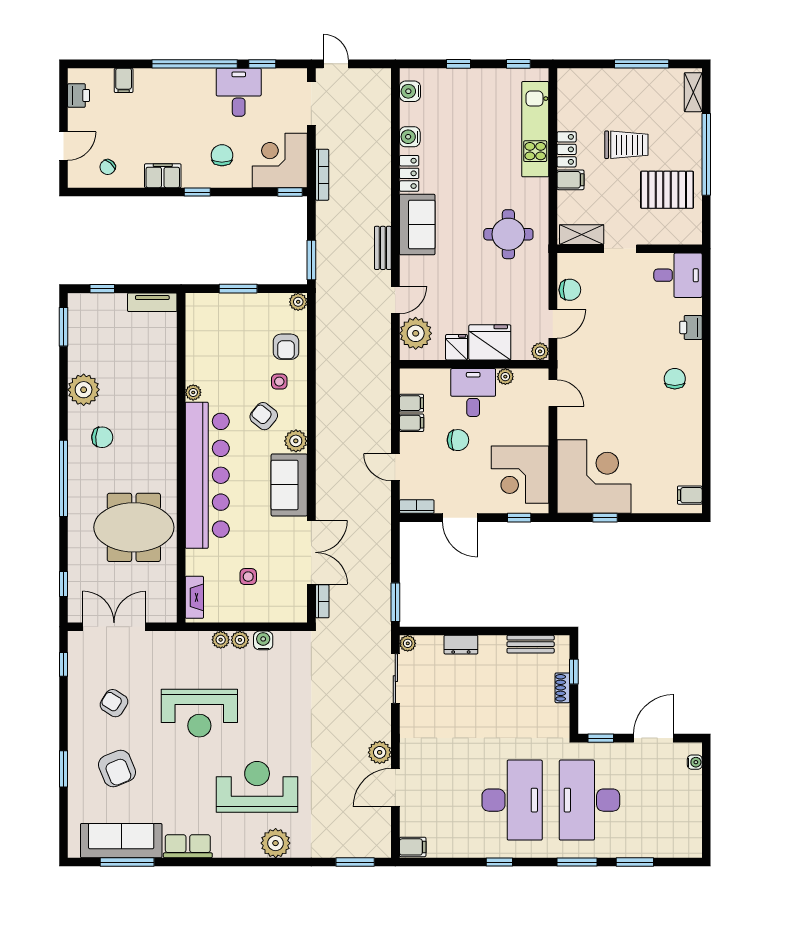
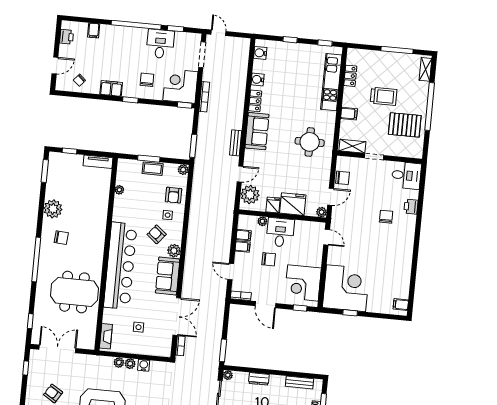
locker: (567, 149) -> (350, 76), moved
coffee table: (246, 305) -> (153, 169), added
plant: (505, 377) -> (262, 221), moved
chair: (675, 379) -> (386, 217), moved
plant: (193, 392) -> (119, 190), moved

